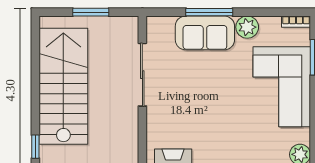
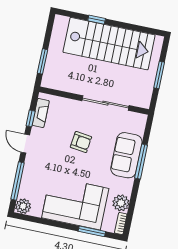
plant: (247, 27) -> (121, 203), moved
armchair: (200, 96) -> (81, 142), added
window: (35, 147) -> (97, 20), moved

